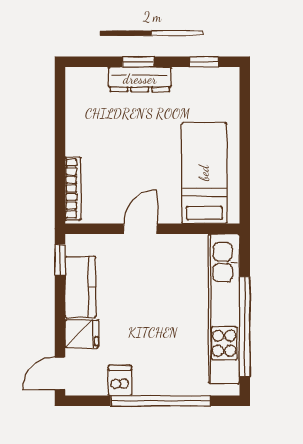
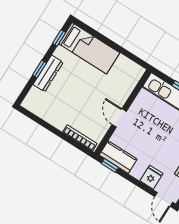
bed: (204, 173) -> (89, 48), moved, turned 180
kitchen counter: (80, 287) -> (118, 157), moved

